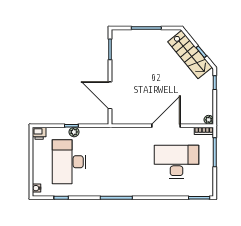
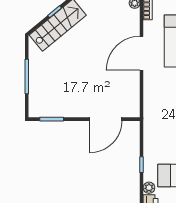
door: (166, 126) -> (142, 53), hinge flipped
plant: (74, 132) -> (149, 188), moved

